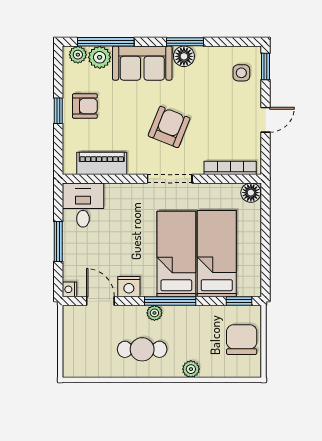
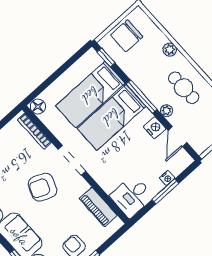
nightstand: (70, 289) -> (167, 178), moved
plant: (154, 313) -> (166, 111), moved

